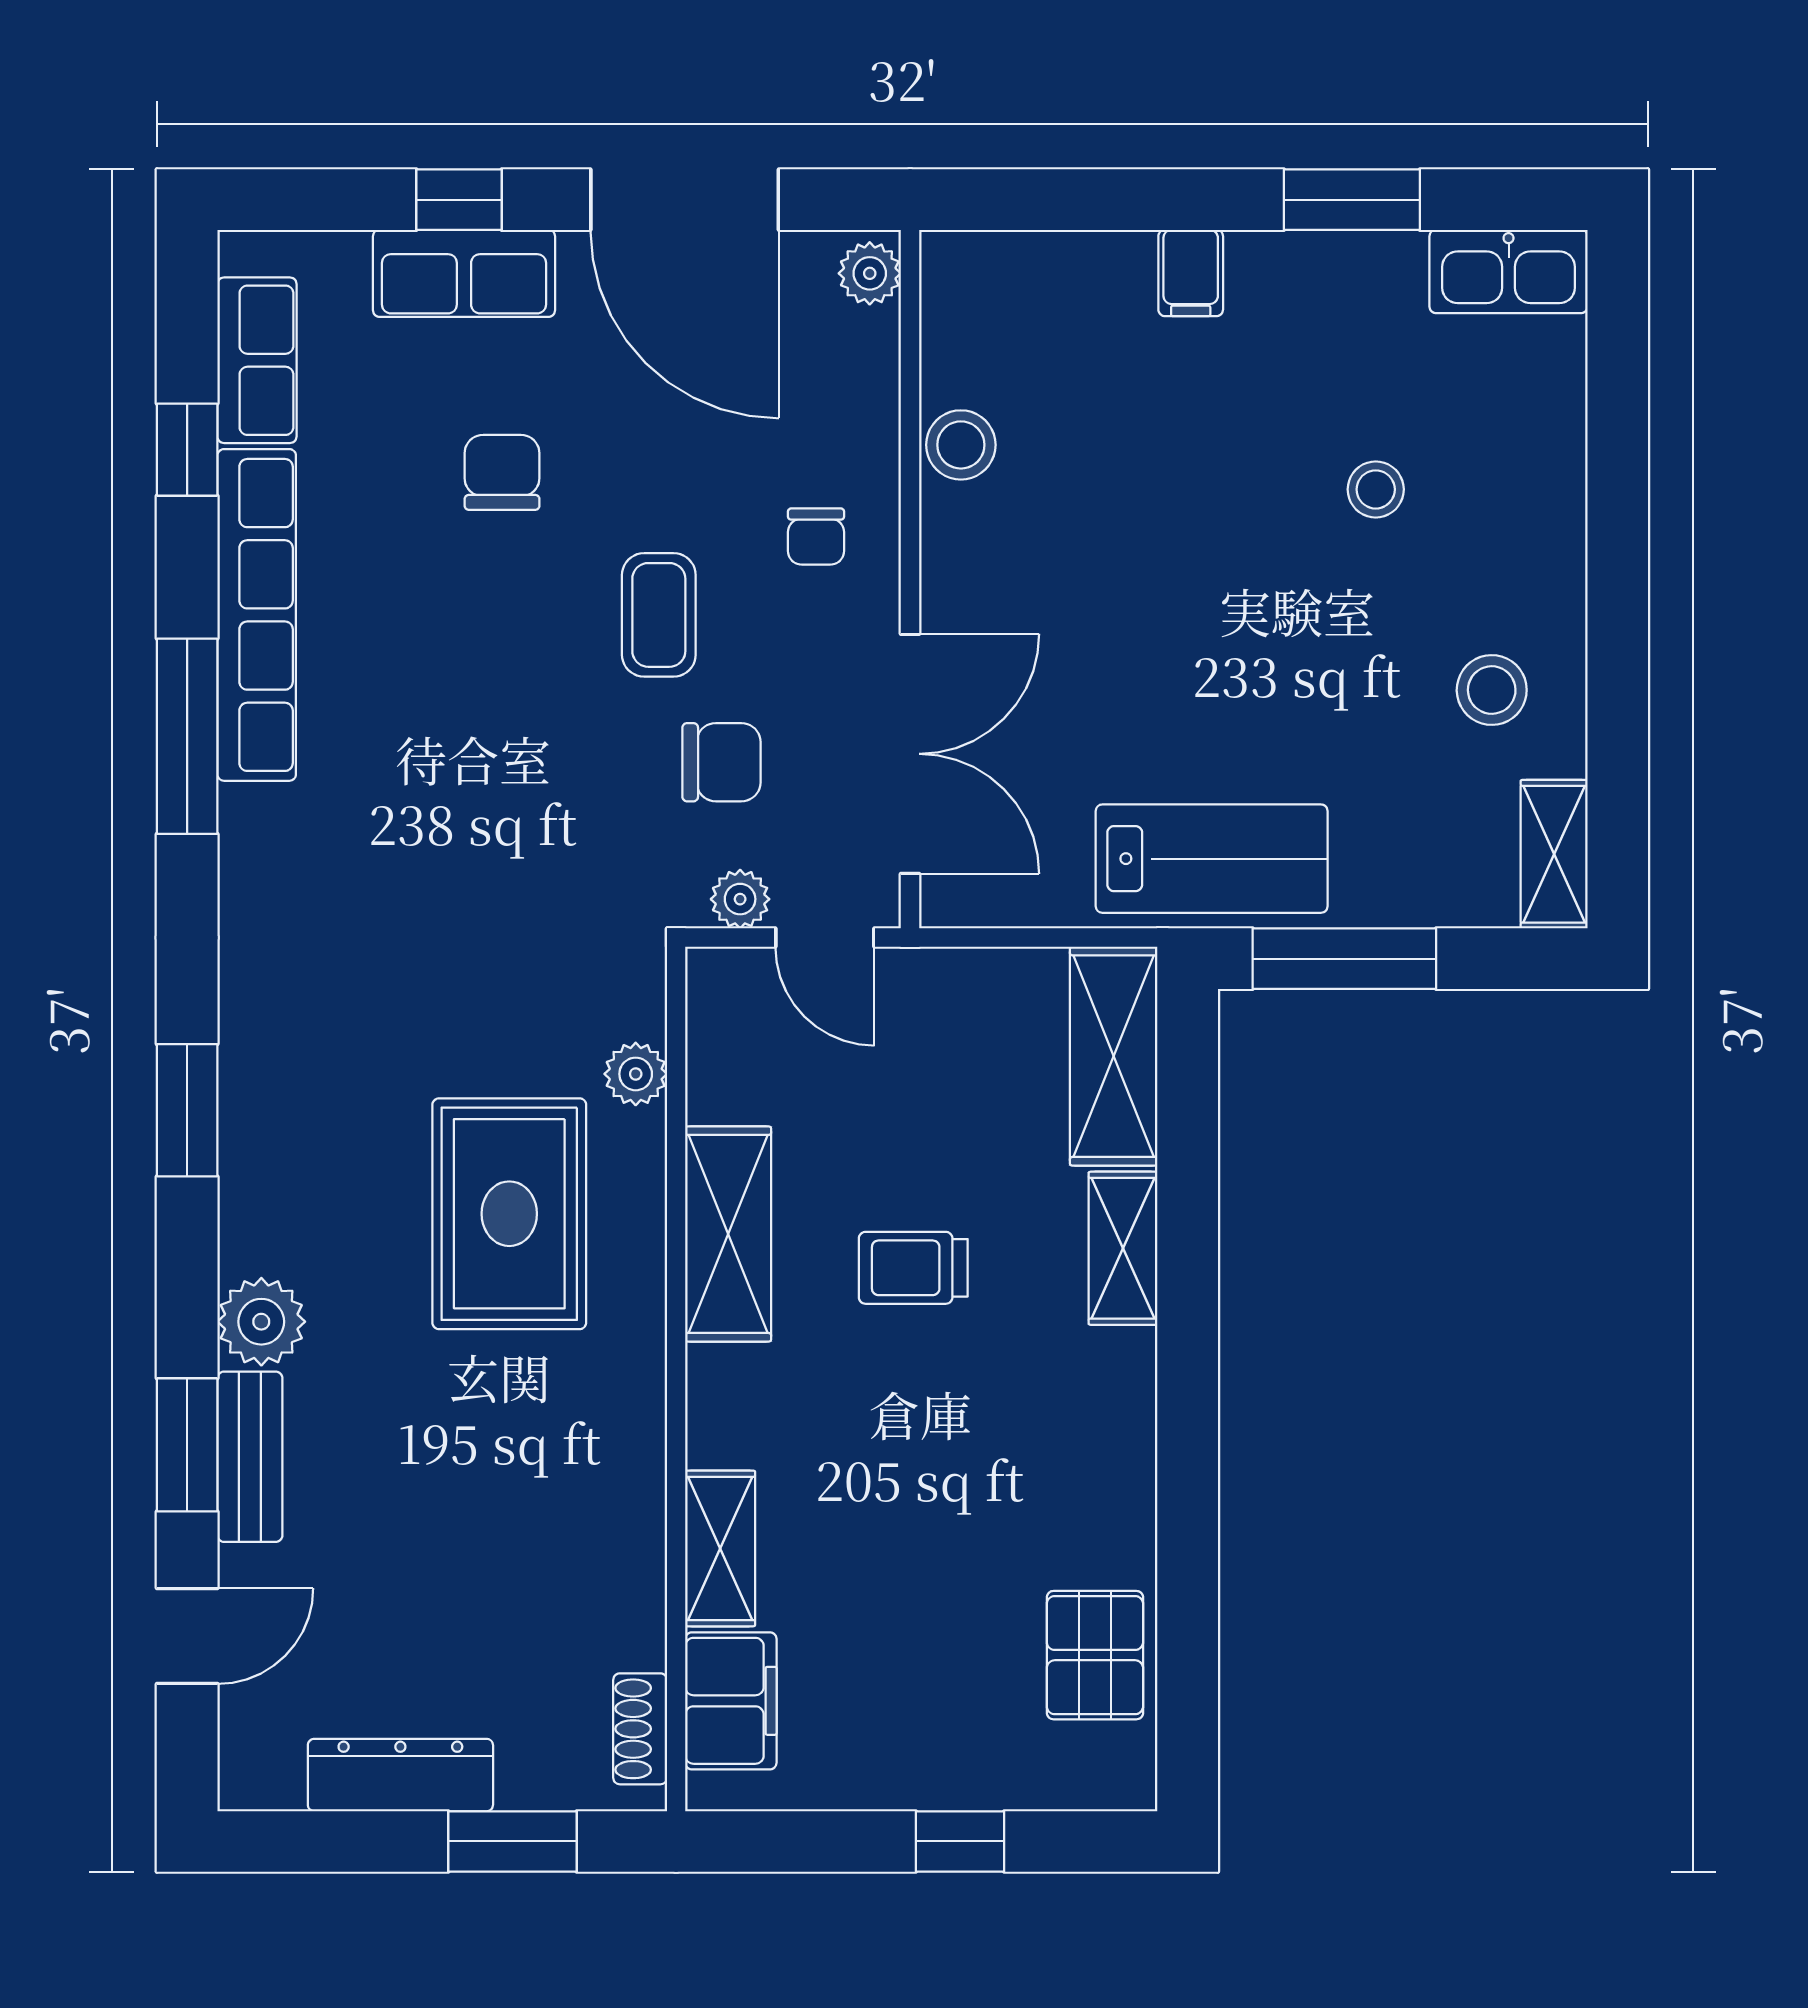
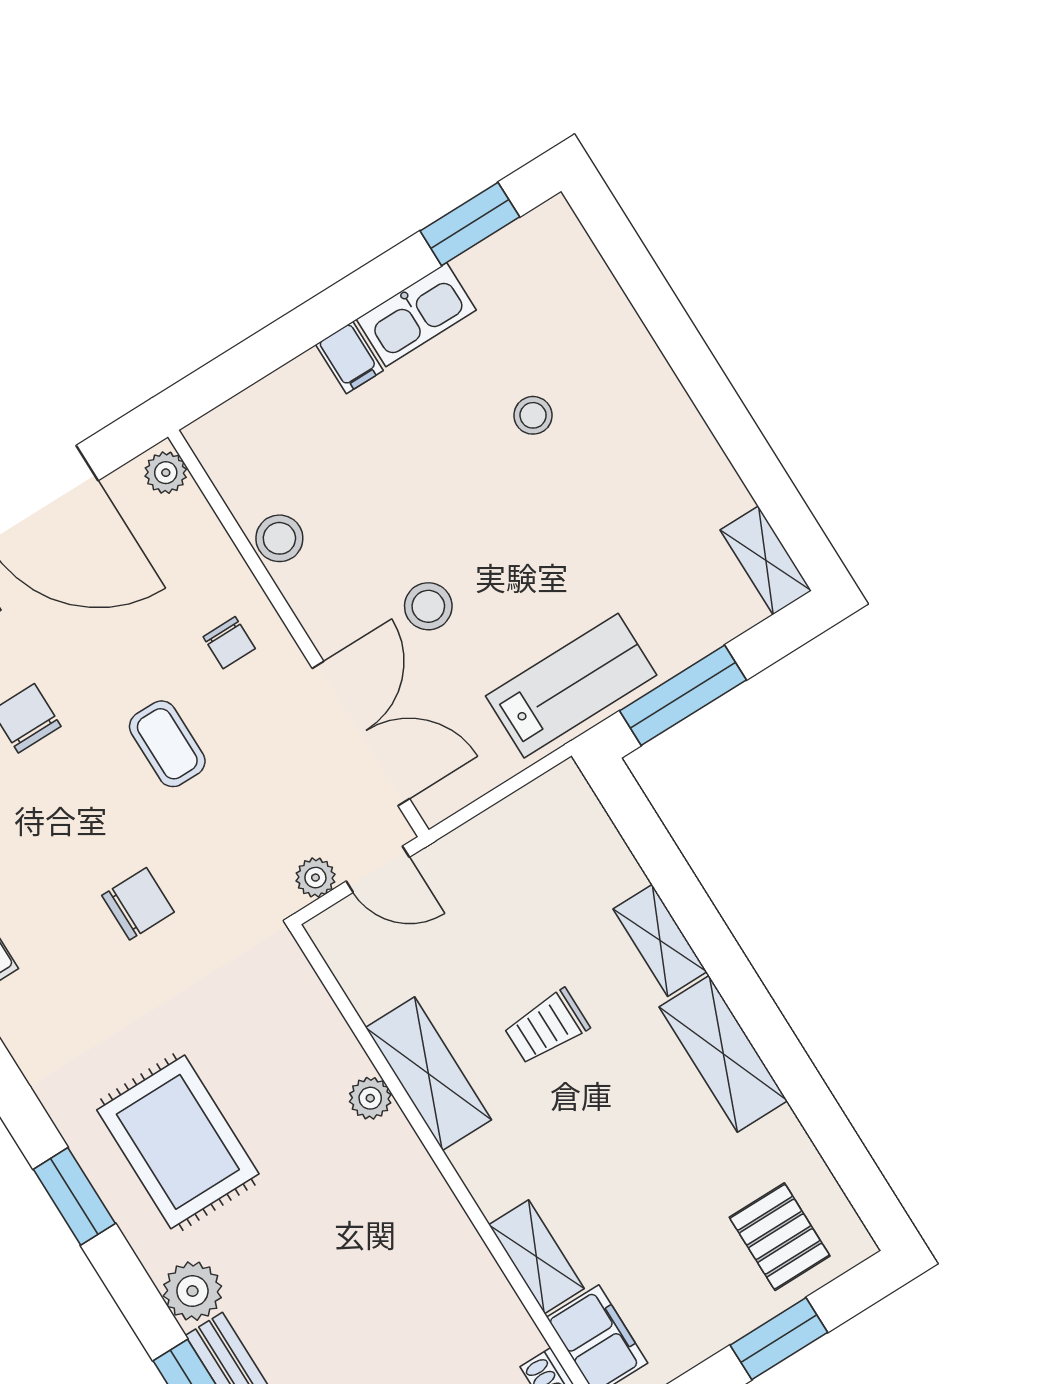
window: (1352, 200) -> (470, 224), moved
kitchen sink: (1509, 271) -> (416, 315), moved
stool: (1492, 690) -> (428, 606), moved
chair: (722, 762) -> (138, 904), moved
shelving: (1114, 1056) -> (723, 1054), moved
plant: (636, 1074) -> (370, 1098), moved
rug: (509, 1214) -> (178, 1142), moved
pallet: (1095, 1655) -> (780, 1237), moved
window: (960, 1841) -> (779, 1339), width x1.50

